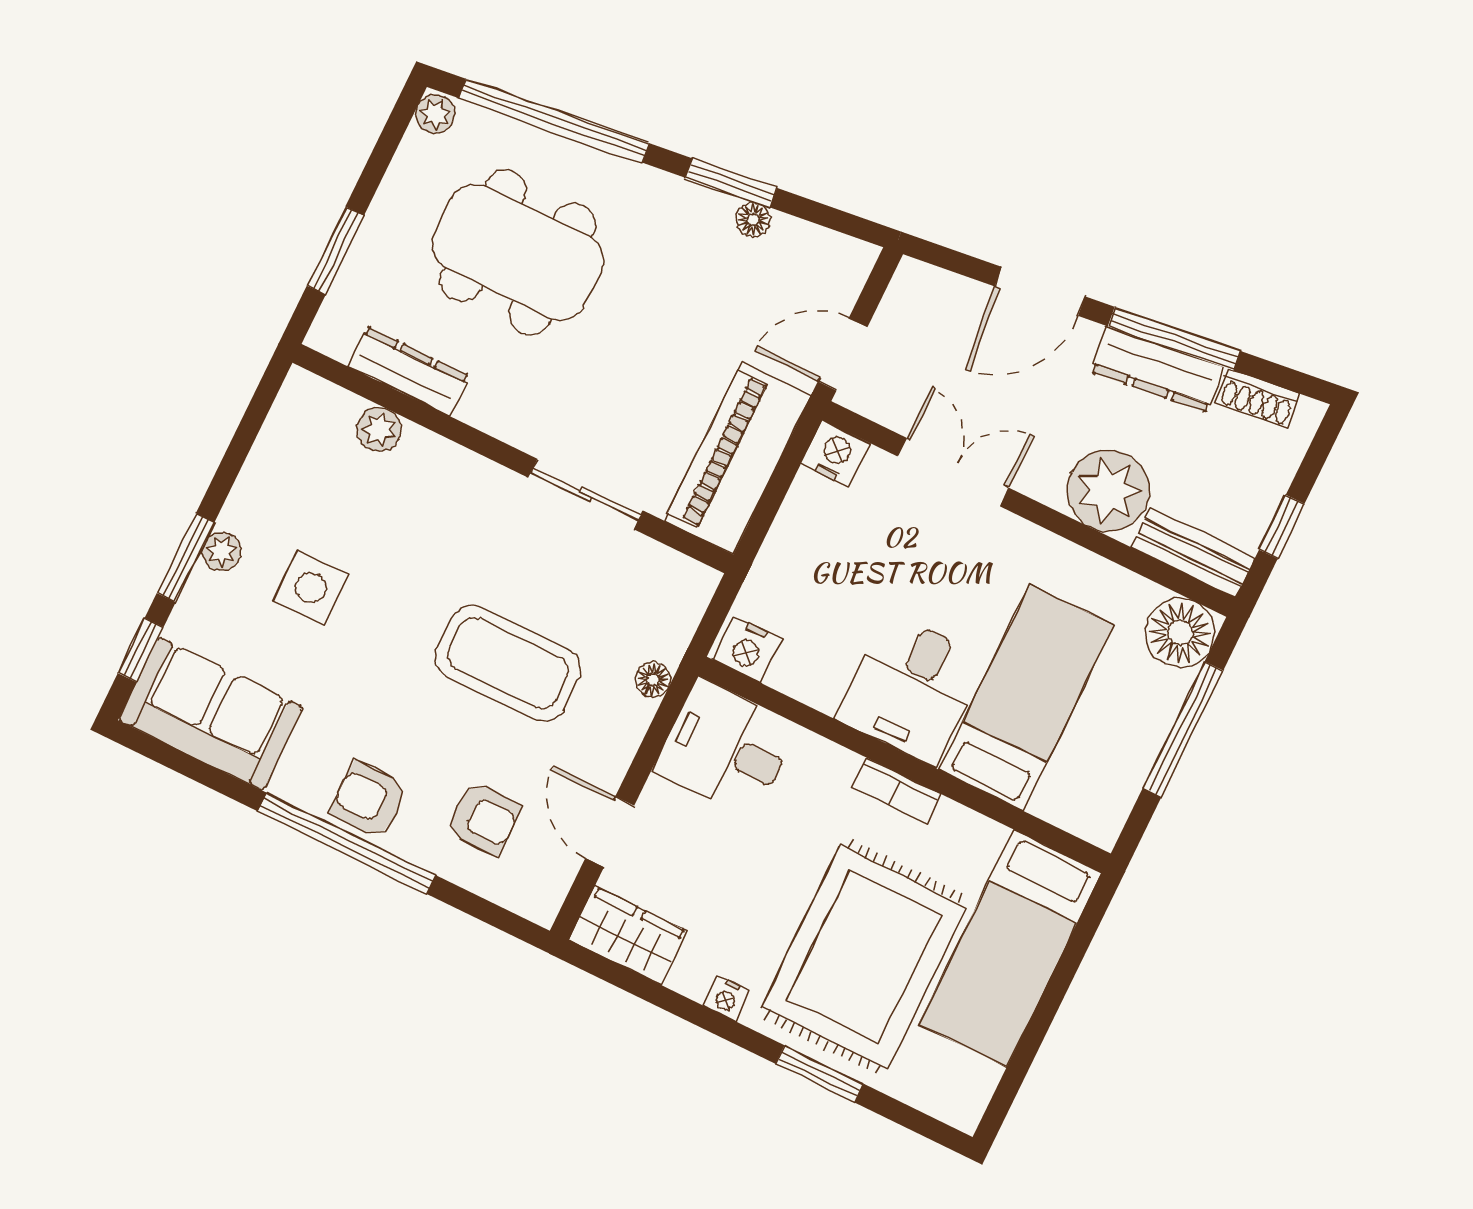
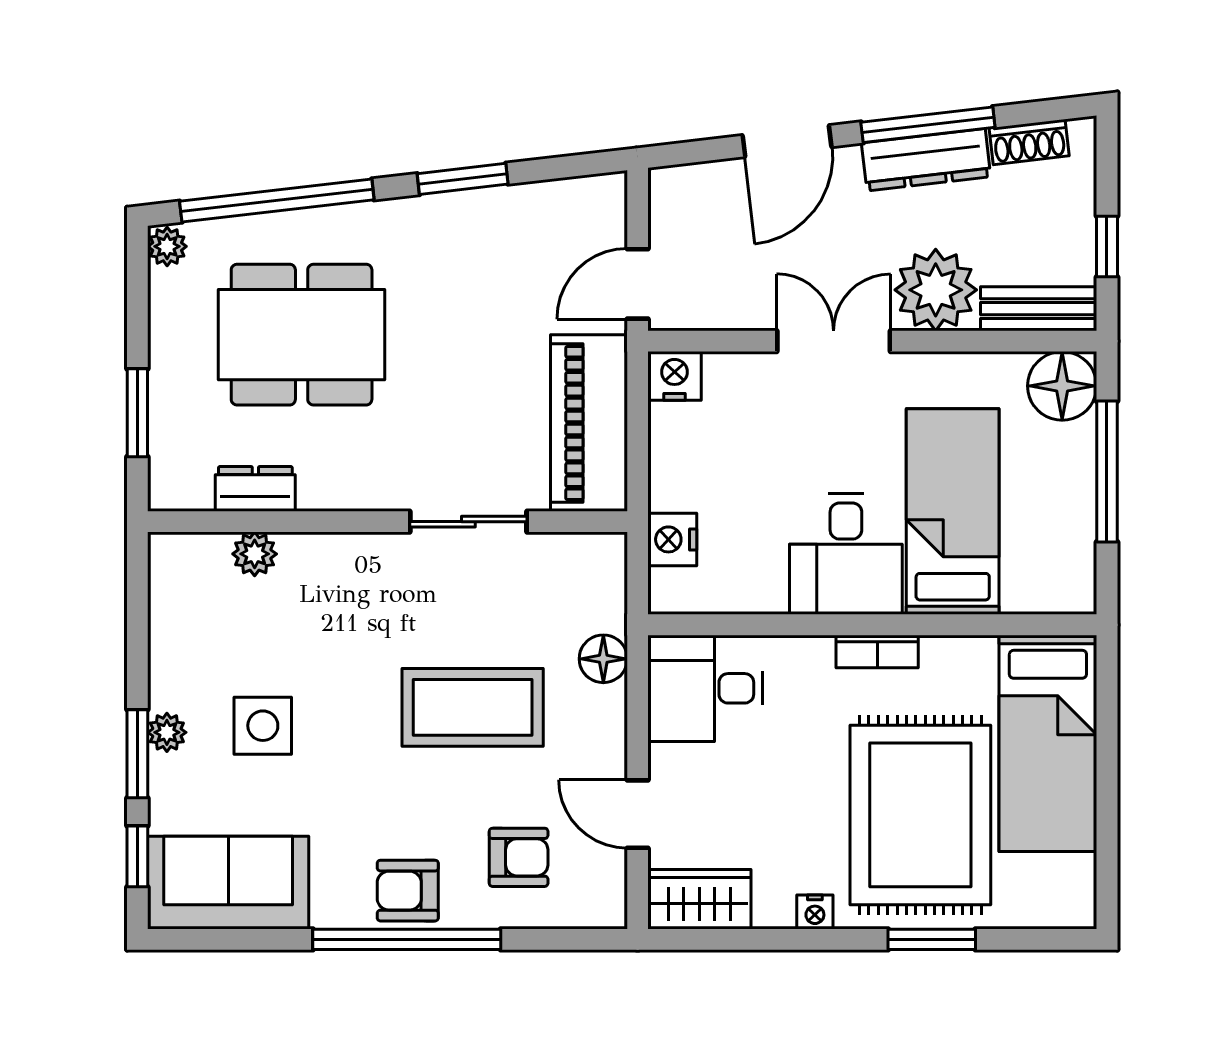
floor lamp: (753, 220) -> (498, 202), removed
dresser: (408, 371) -> (255, 489), width x0.70
double door: (953, 472) -> (834, 341), moved
nightstand: (747, 649) -> (672, 539), moved, turned 90
floor lamp: (653, 680) -> (603, 659), width x1.37, depth x1.37

